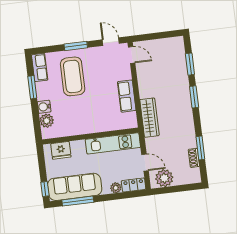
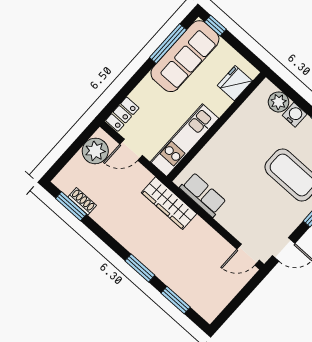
row of seats: (127, 96) -> (203, 195), moved
window: (200, 148) -> (71, 206), moved
plant: (116, 188) -> (139, 94), removed

